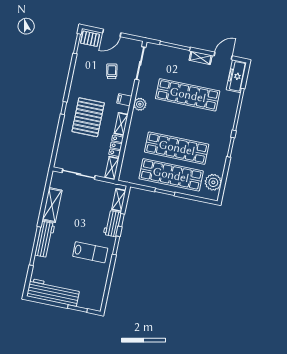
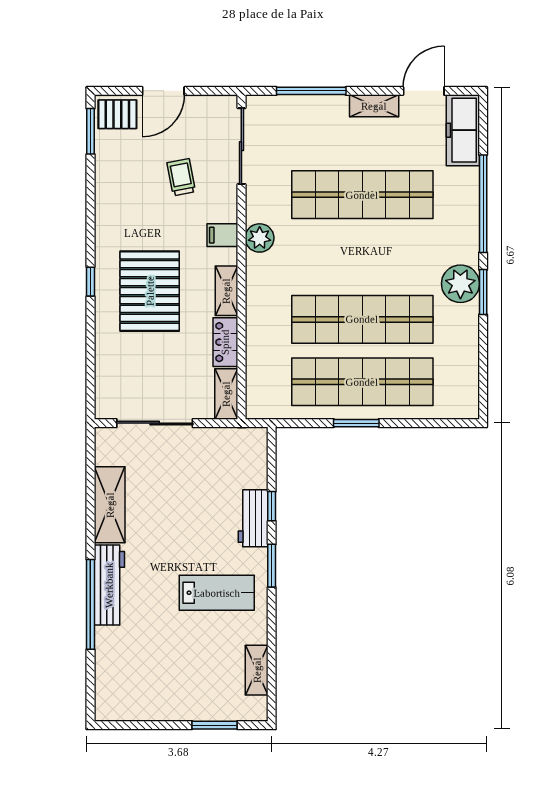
plant: (213, 182) -> (460, 284), moved
shelving: (119, 200) -> (257, 670), moved
workbench: (53, 292) -> (153, 700), removed

